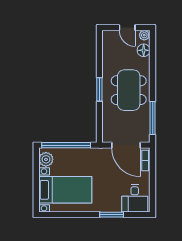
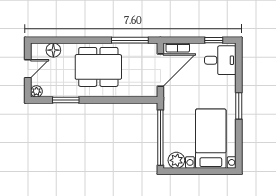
plant: (144, 35) -> (36, 91), moved
window: (99, 89) -> (66, 100), moved
window: (153, 192) -> (214, 40), added
window: (112, 215) -> (239, 106), moved

